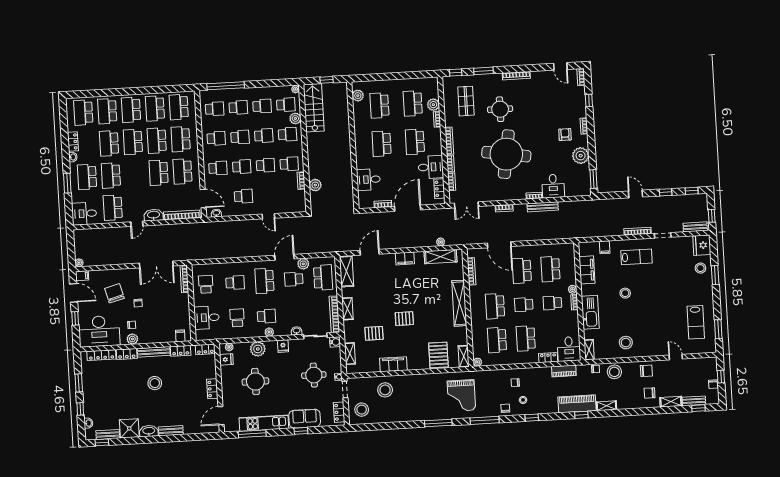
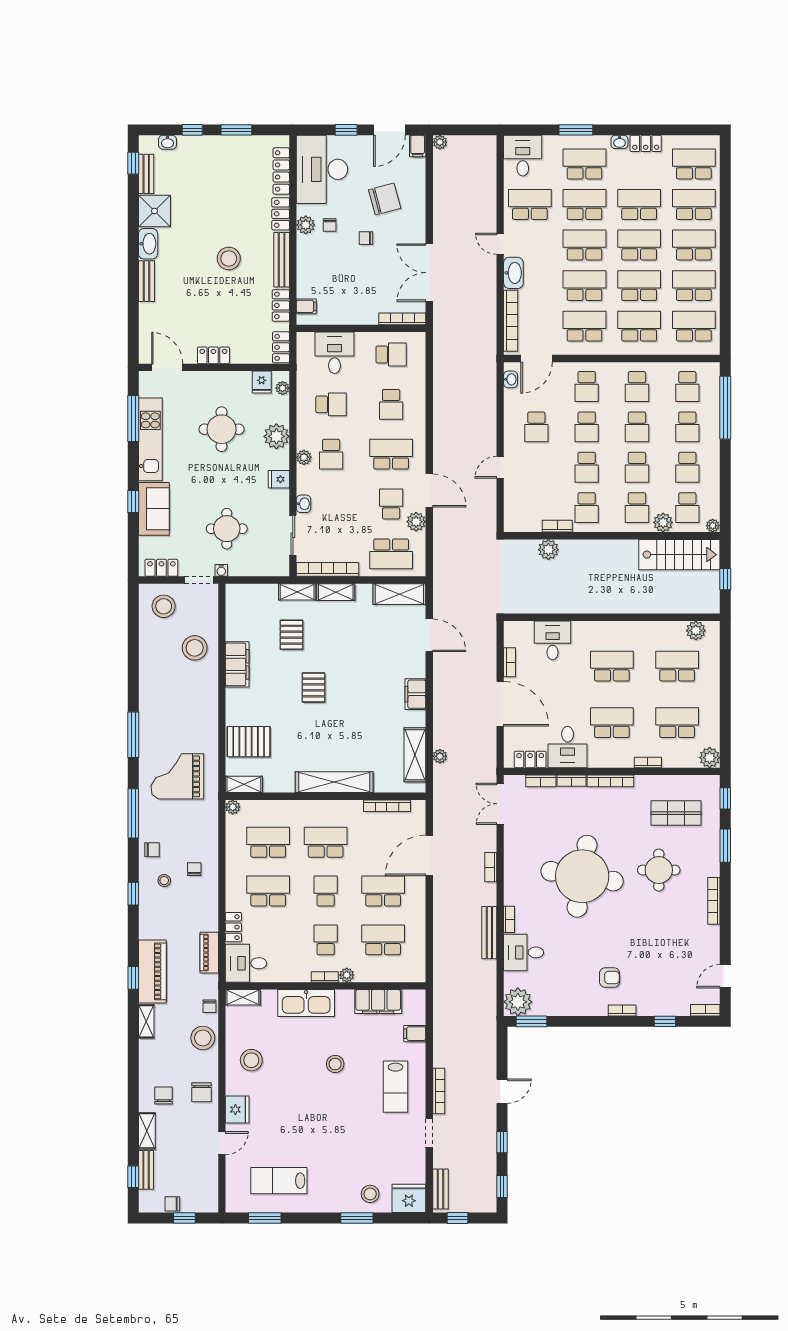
plant: (433, 105) -> (710, 758), moved
plant: (581, 156) -> (518, 1002), moved
school desk: (135, 174) -> (584, 245), added
water cooler: (335, 342) -> (281, 568), removed
fridge: (655, 349) -> (237, 1109), added
shelving: (350, 354) -> (297, 592), moved

